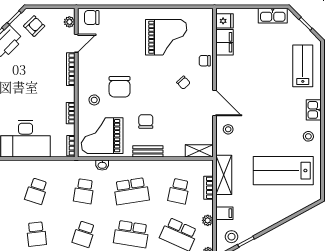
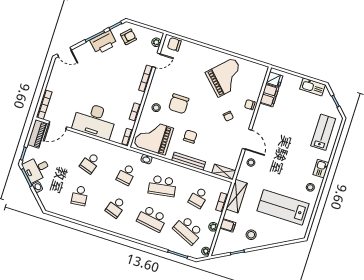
grand piano: (166, 37) -> (226, 77), turned -45
bench: (148, 151) -> (189, 161), width x1.36
stool: (232, 237) -> (251, 235), moved

